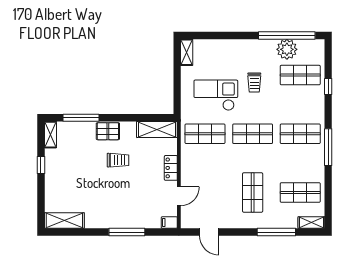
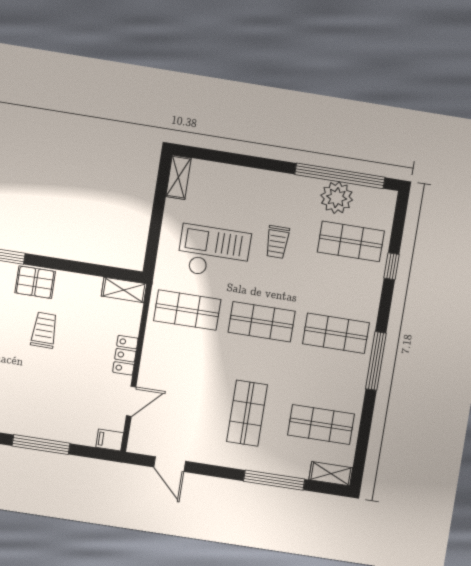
shelving: (157, 129) -> (124, 290), width x0.67, depth x0.75
trolley: (118, 160) -> (44, 330), turned -89

